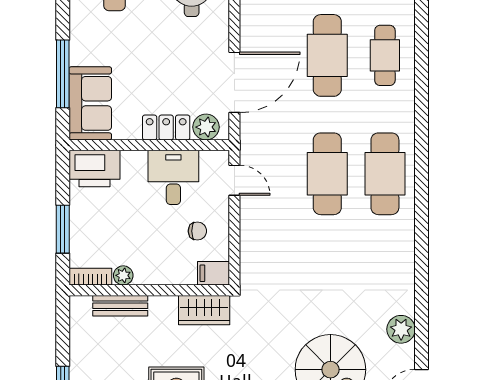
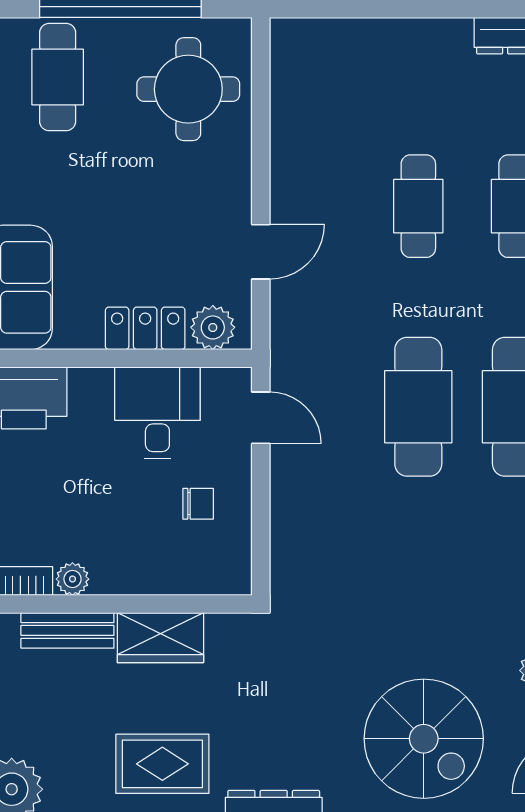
cafe table: (327, 55) -> (418, 206), width x0.73, depth x0.74
door: (234, 82) -> (261, 252), width x0.53
filing cabinet: (213, 273) -> (225, 575), removed
wardrobe: (204, 310) -> (160, 638), moved

